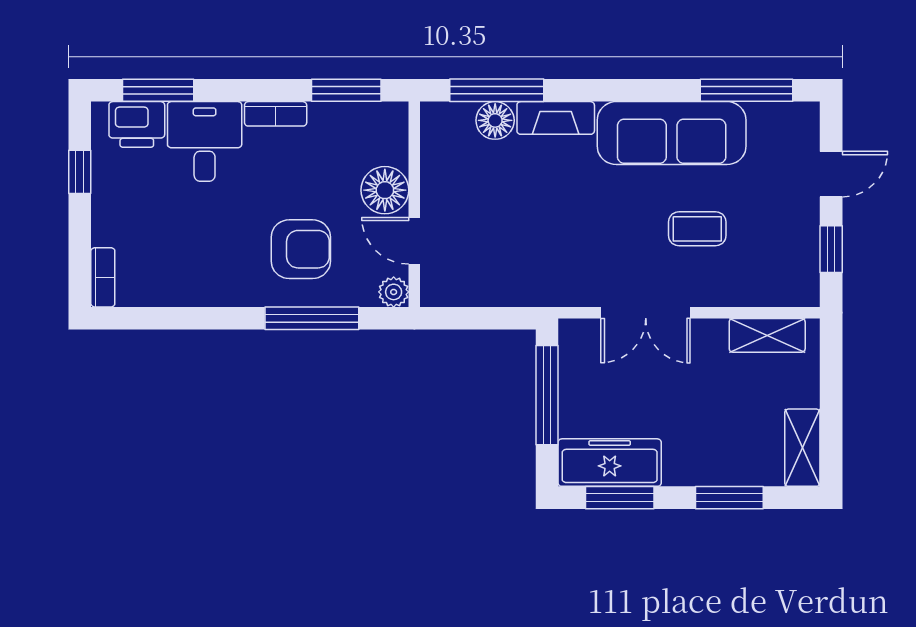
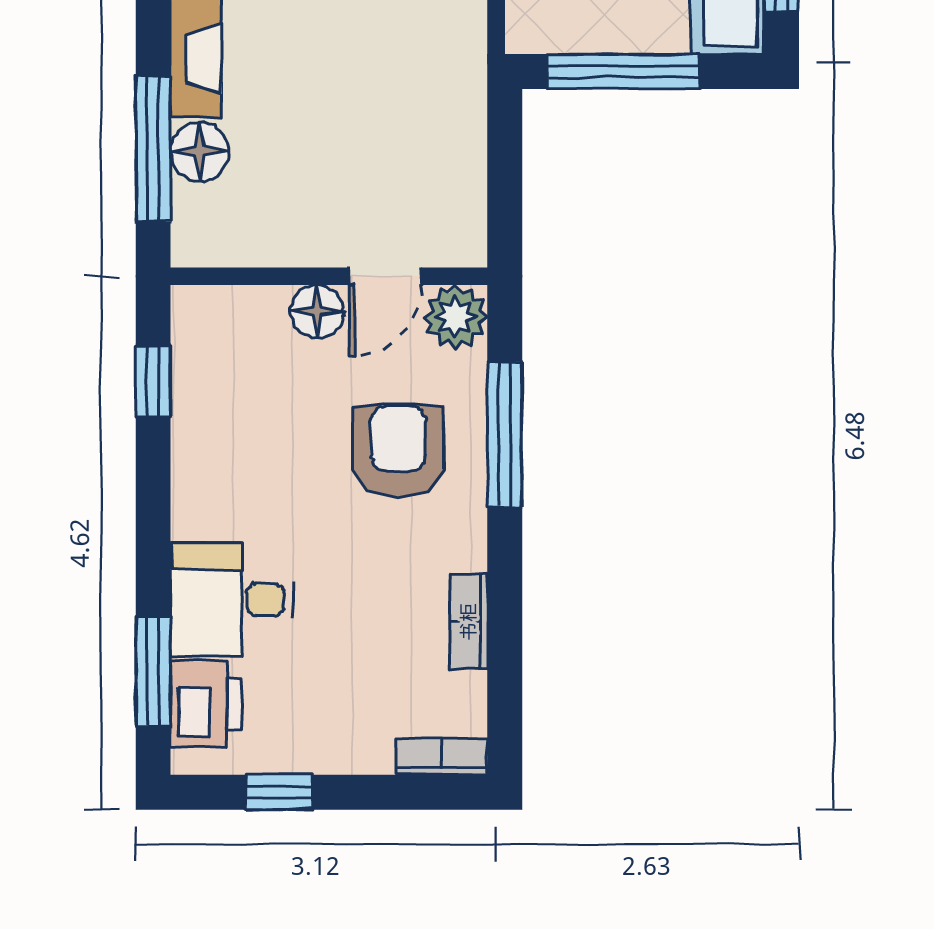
window: (346, 90) -> (153, 381), width x0.67
bookcase: (276, 114) -> (468, 622), moved, turned 180
floor lamp: (385, 190) -> (317, 312), width x0.73, depth x0.73
plant: (394, 292) -> (456, 317), width x1.38, depth x1.38

